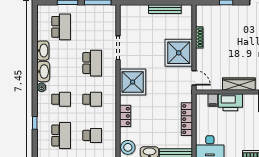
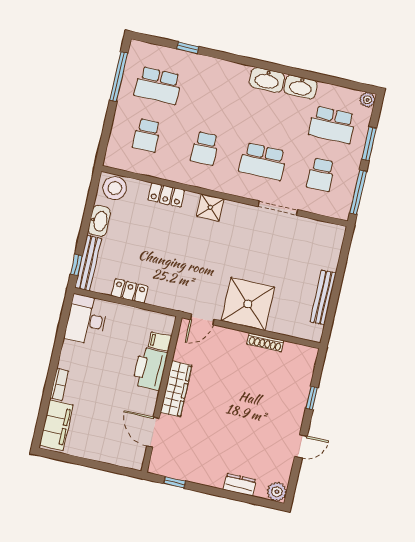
shower: (133, 82) -> (210, 207), width x0.54, depth x0.54
plant: (42, 87) -> (368, 100), moved
school desk: (61, 99) -> (321, 174), moved
locker: (187, 119) -> (130, 291), width x0.66

